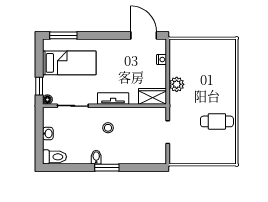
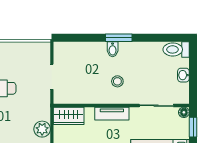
bidet: (96, 157) -> (113, 49), moved

